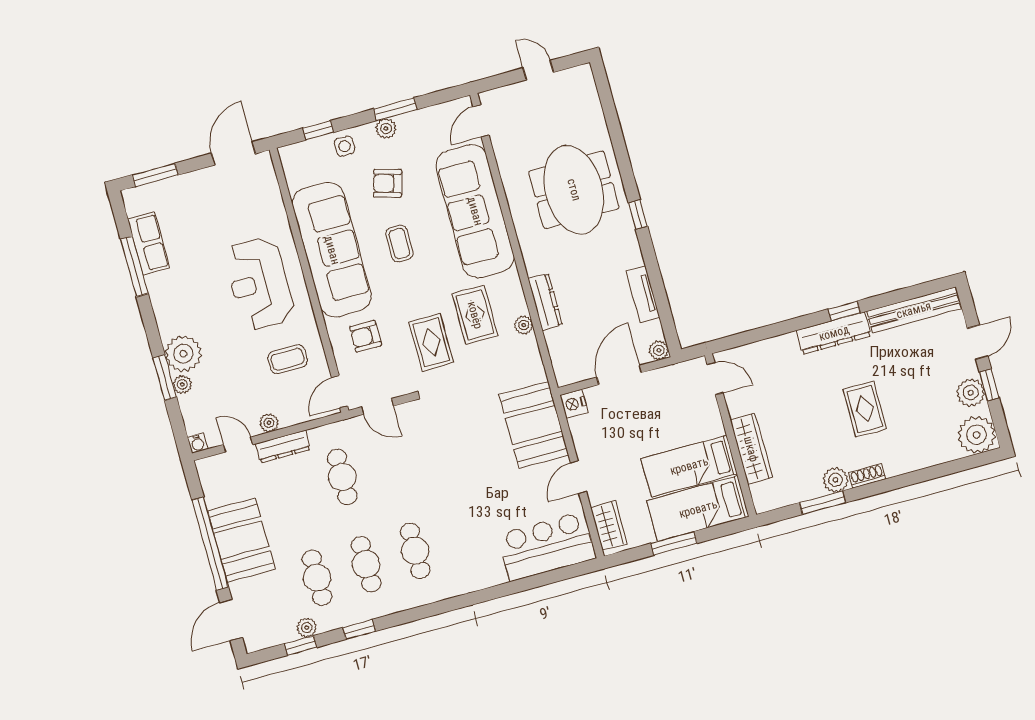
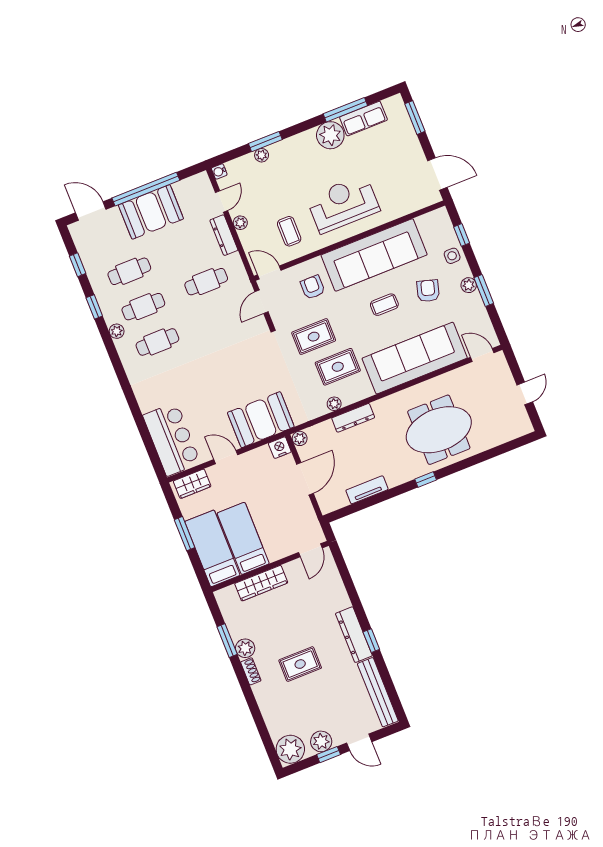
plant: (659, 350) -> (300, 438), moved
plant: (183, 354) -> (330, 135), moved
door: (619, 375) -> (305, 479), hinge flipped
plant: (307, 628) -> (117, 331), moved

